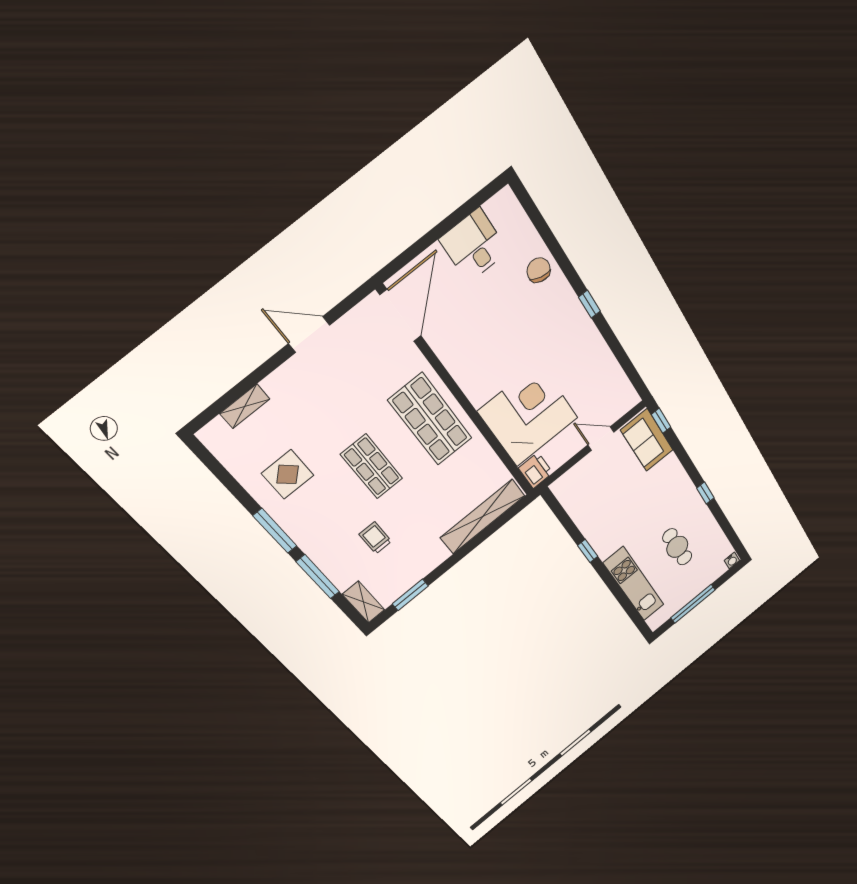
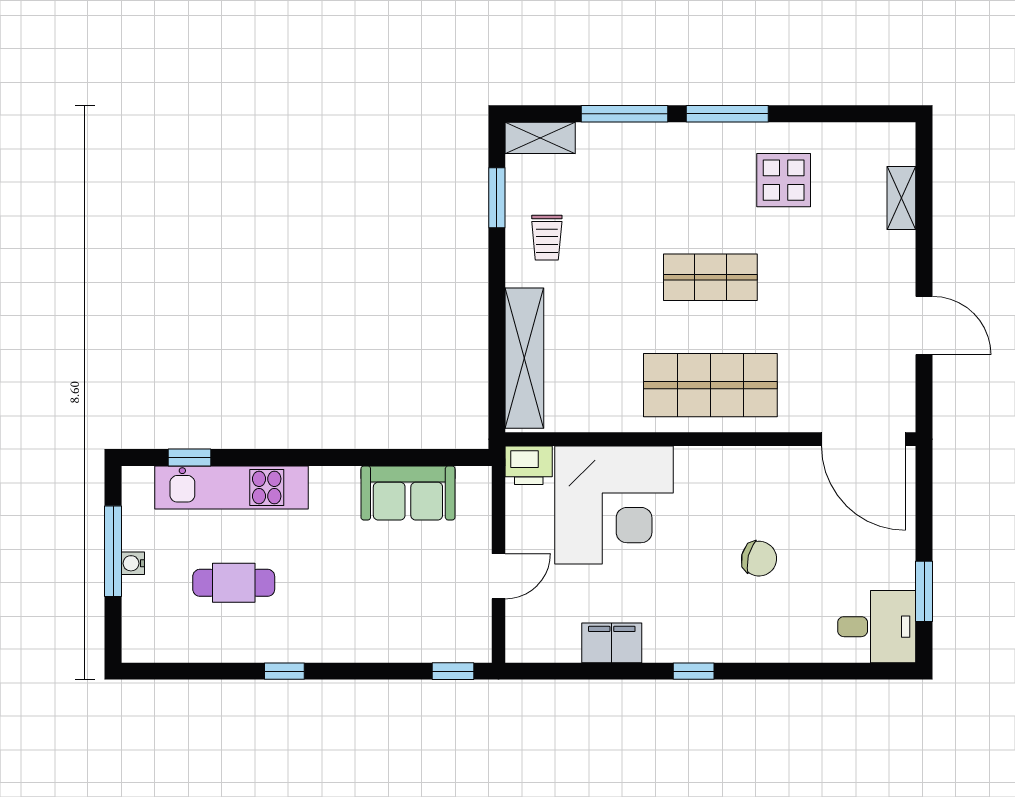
window: (464, 211) -> (924, 591), added
desk: (474, 245) -> (877, 627), moved
chair: (539, 270) -> (759, 559), moved
door: (309, 334) -> (924, 325), hinge flipped
filing cabinet: (600, 358) -> (612, 643), added
sofa: (647, 440) -> (408, 493), moved, turned 180
trolley: (375, 538) -> (547, 238), moved, turned 90
window: (588, 551) -> (190, 458), moved
water cooler: (732, 560) -> (133, 563), moved

